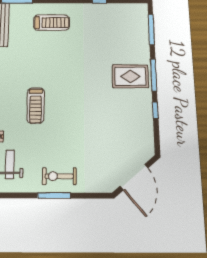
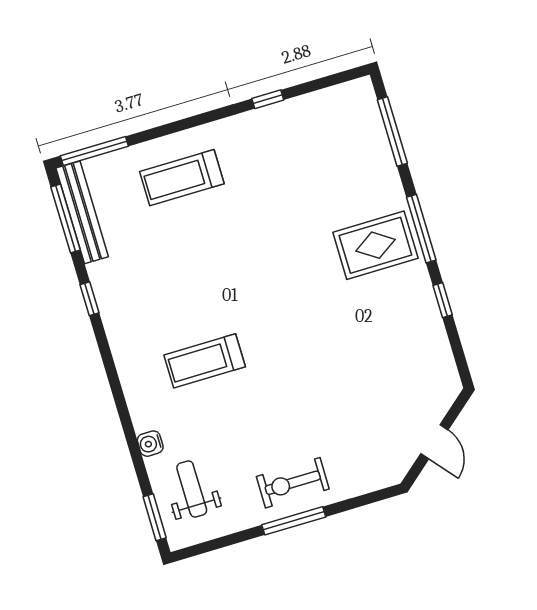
treadmill: (51, 23) -> (182, 178), turned 180
treadmill: (36, 105) -> (205, 361), turned 90
door: (134, 177) -> (434, 442), width x0.53

